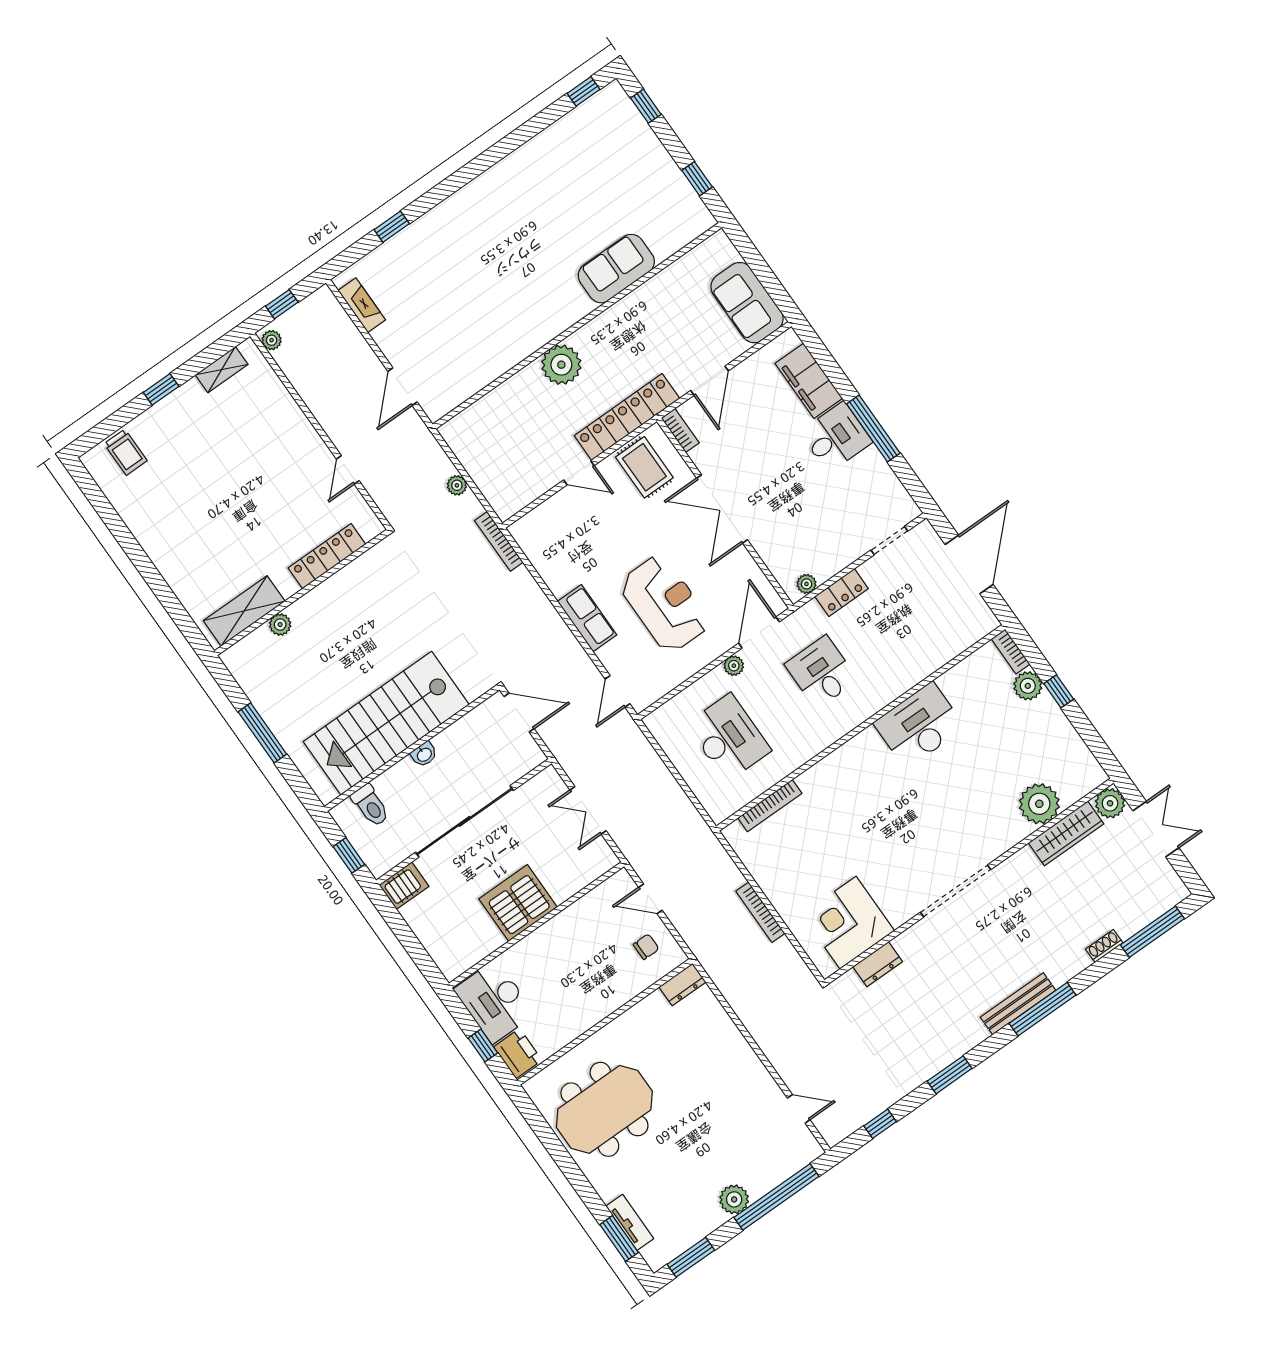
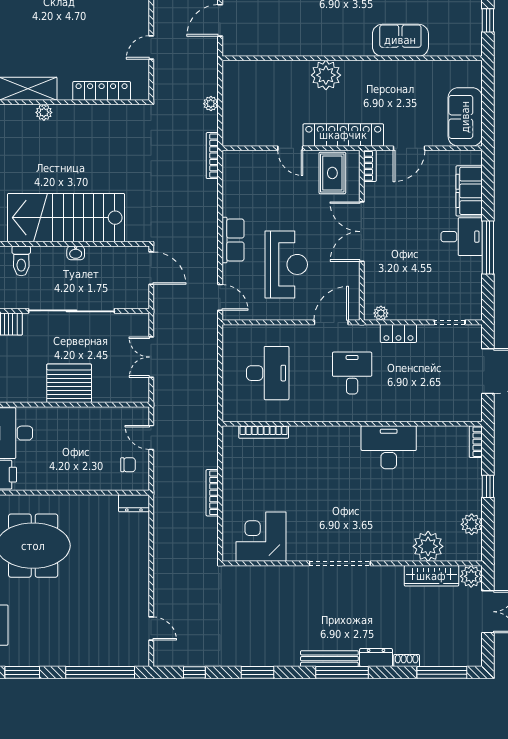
plant: (734, 666) -> (302, 332), removed
plant: (1028, 686) -> (472, 524), moved
door: (618, 691) -> (220, 297), swing flipped
dresser: (878, 964) -> (376, 658), moved, turned 180
plant: (734, 1199) -> (73, 656), removed

